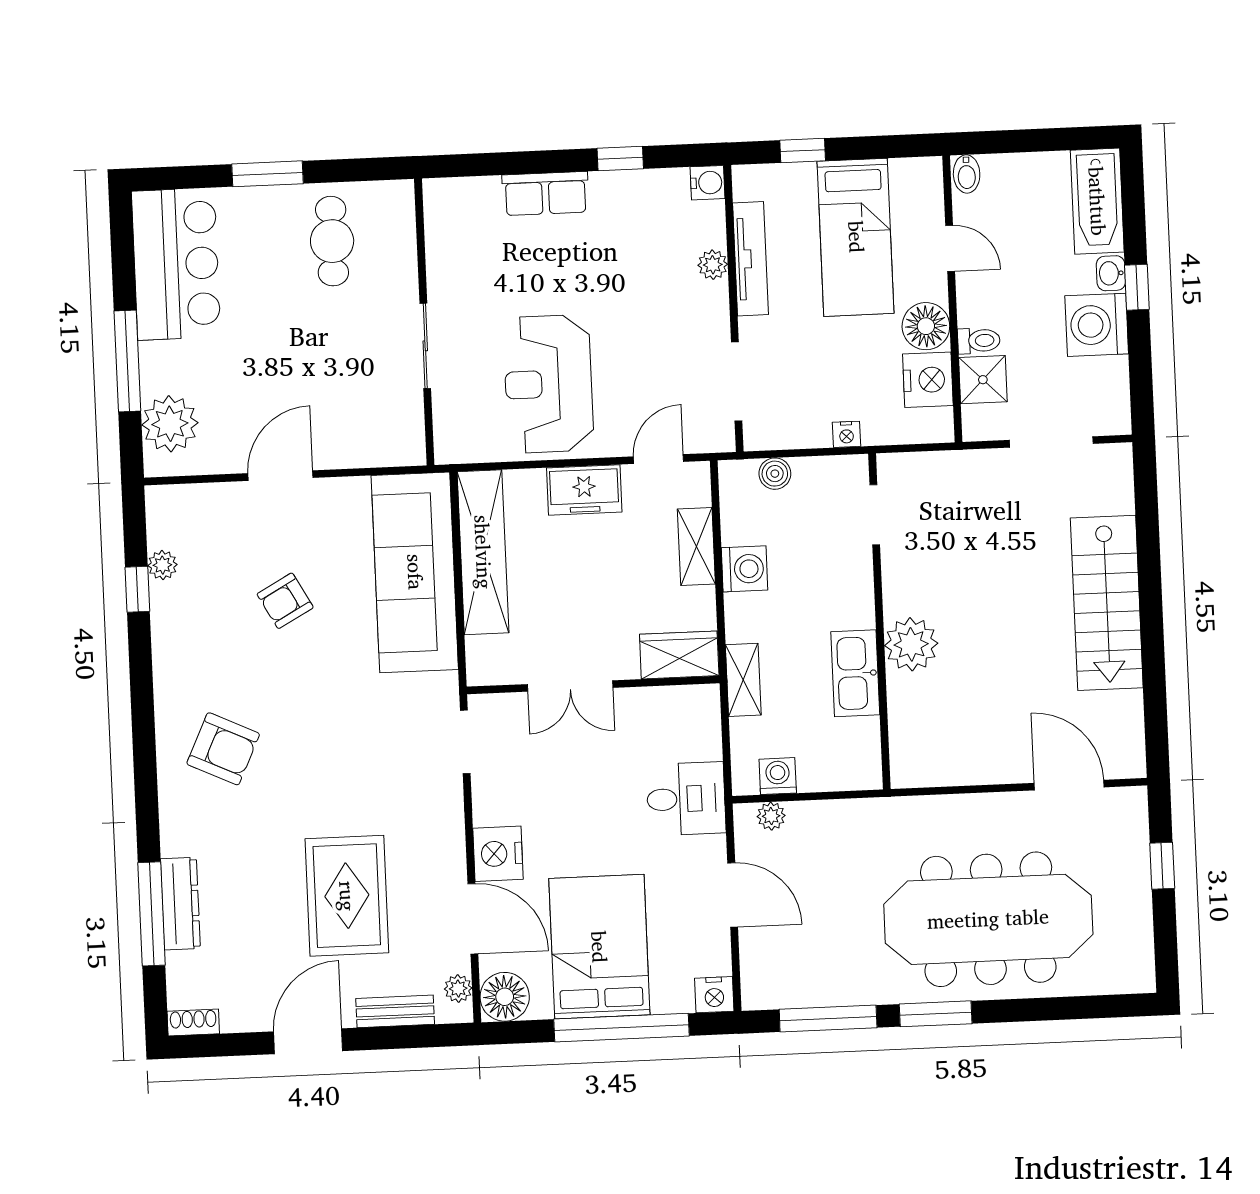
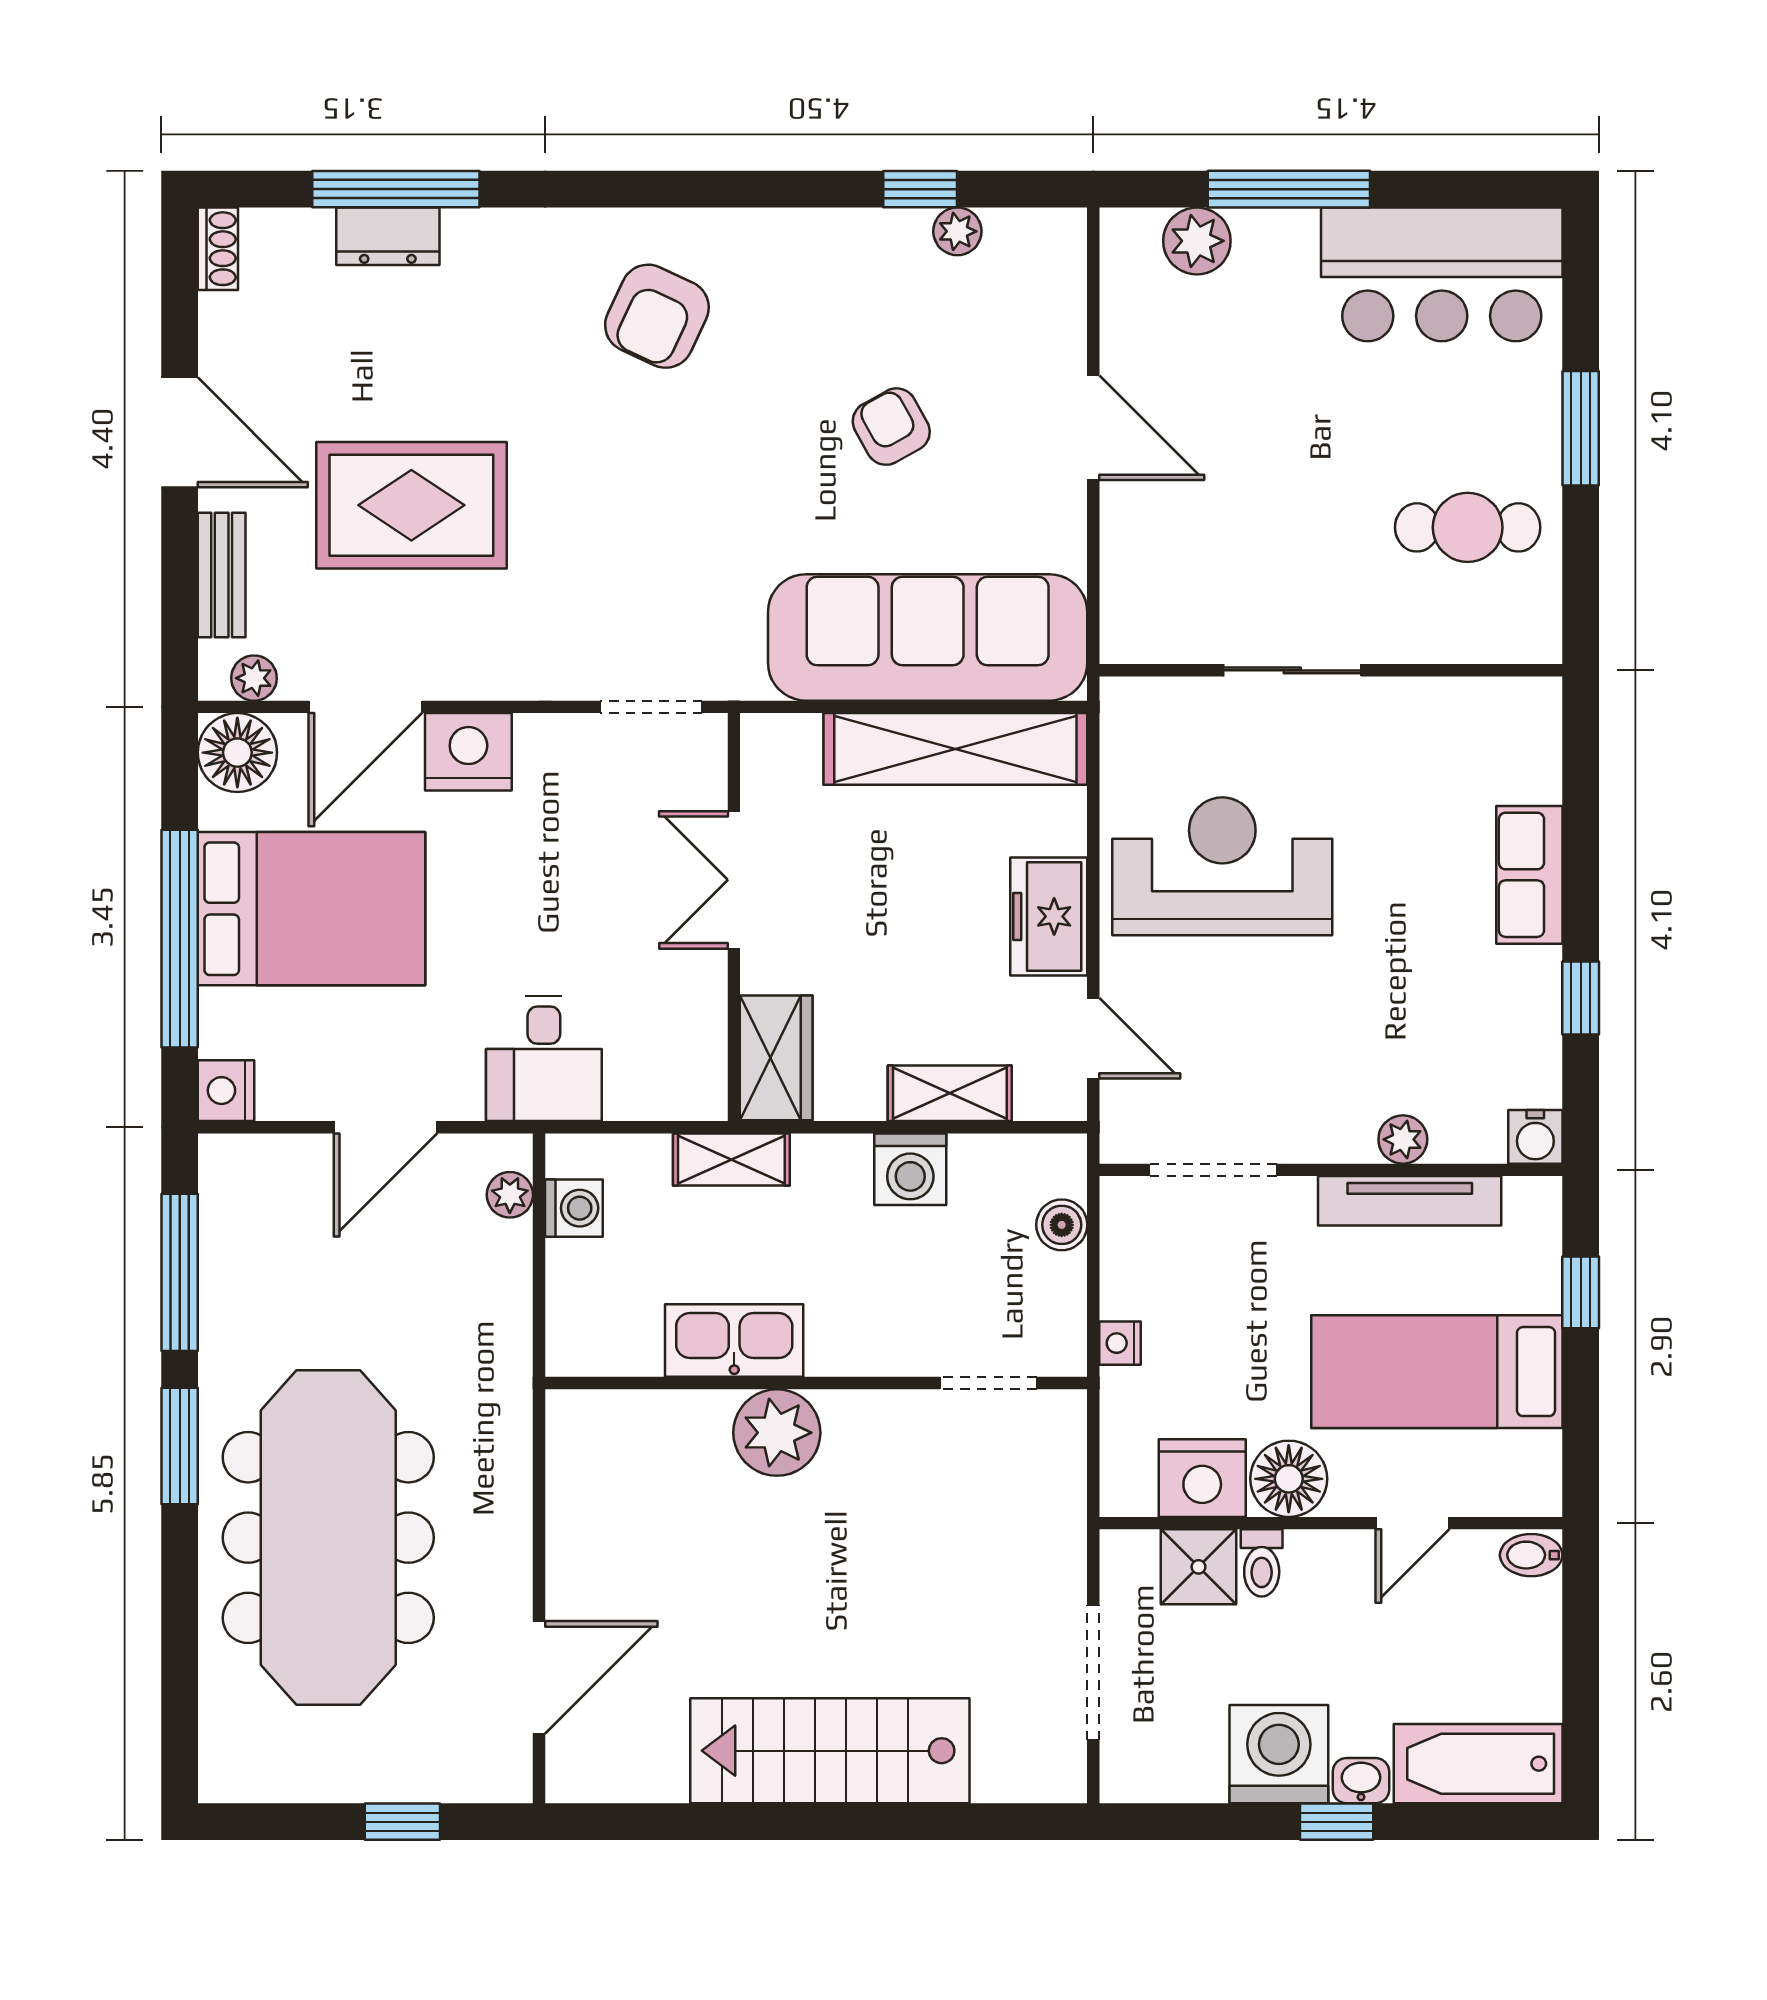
plant: (170, 424) -> (1197, 241), width x0.73, depth x0.73
dresser: (180, 904) -> (388, 236), width x0.70

